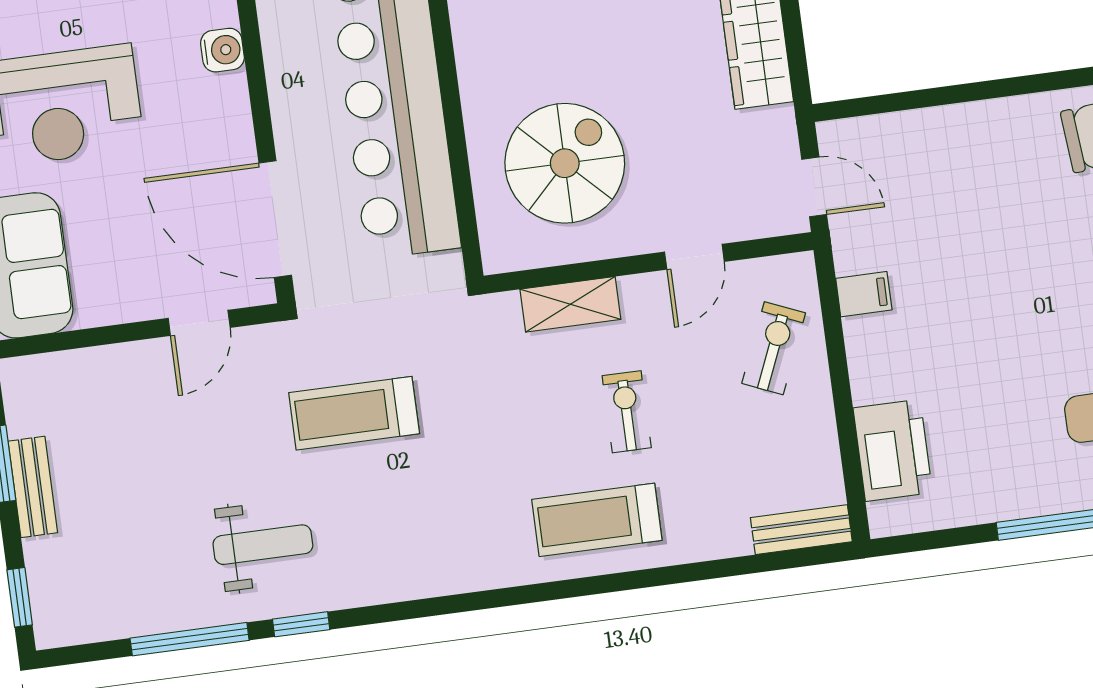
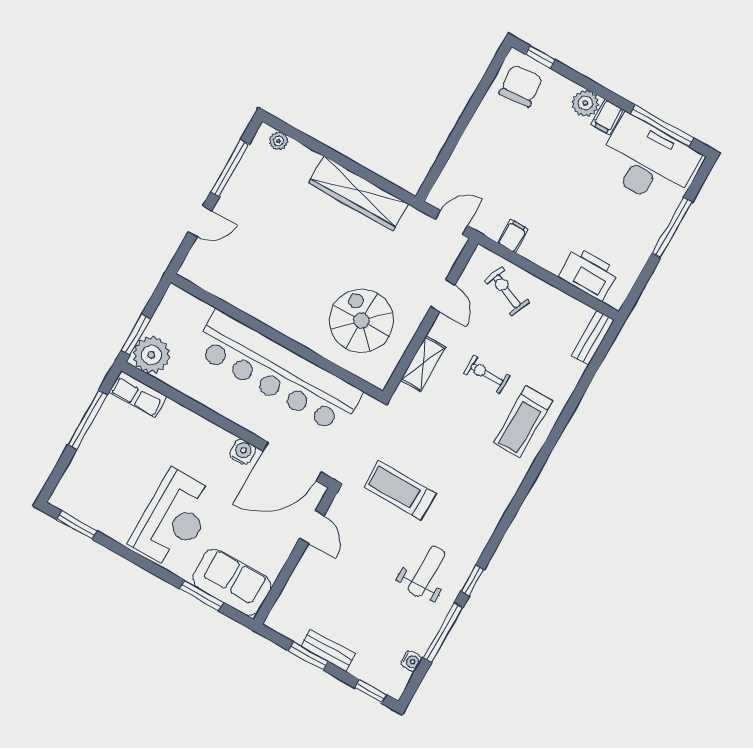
water cooler: (222, 50) -> (243, 452), moved
treadmill: (354, 413) -> (400, 490), turned 90
water cooler: (111, 624) -> (411, 661), added

